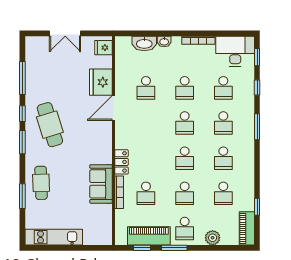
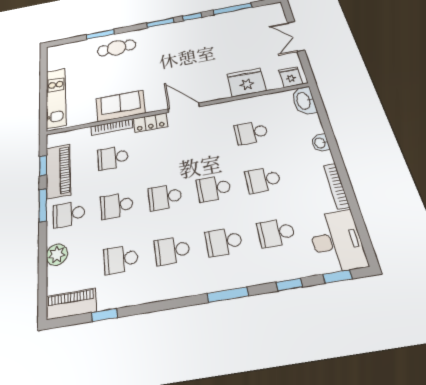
washbasin: (144, 43) -> (304, 101), moved
door: (114, 108) -> (184, 108), moved
cafe table: (50, 125) -> (184, 43), removed
kitchen unit: (54, 237) -> (56, 98), moved

